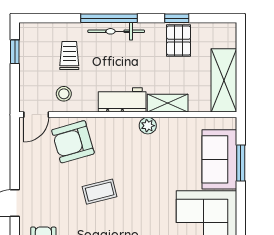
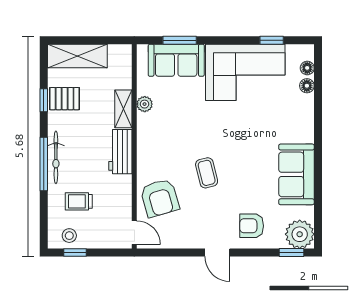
shelving: (224, 80) -> (77, 56), moved
stool: (64, 94) -> (69, 236), moved
plant: (148, 126) -> (145, 104), moved

